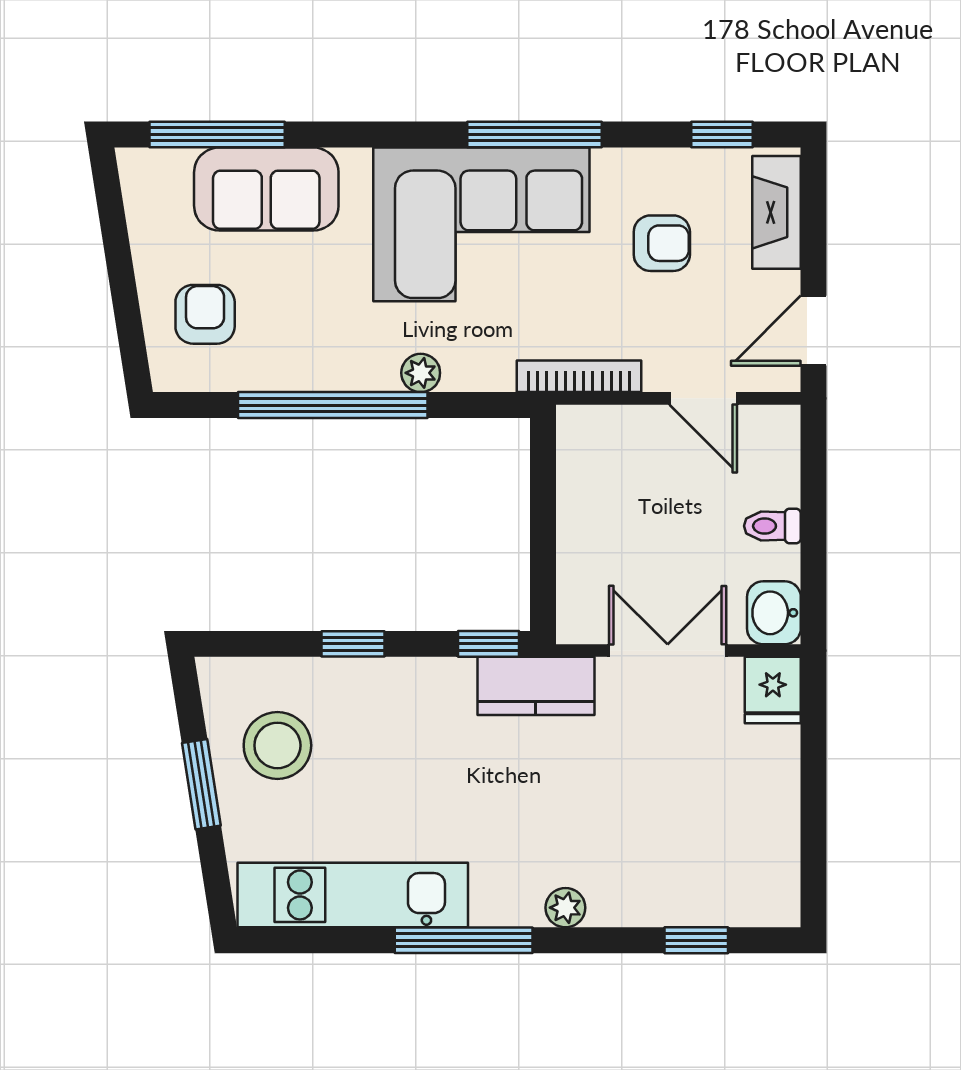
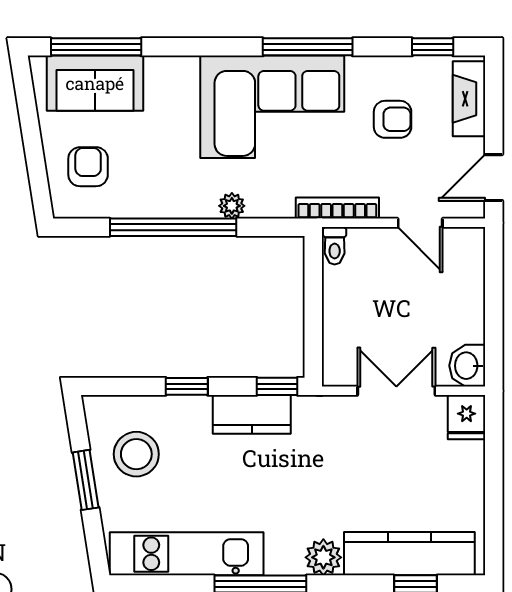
sofa: (266, 189) -> (95, 83), moved
toilet: (772, 526) -> (335, 246), moved, turned -90
kitchen counter: (536, 686) -> (252, 414), moved
kitchen counter: (687, 895) -> (409, 554), added
plant: (565, 908) -> (323, 557), width x1.38, depth x1.38

